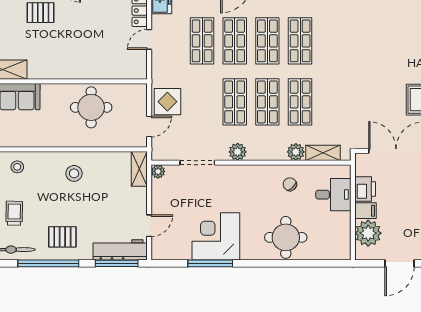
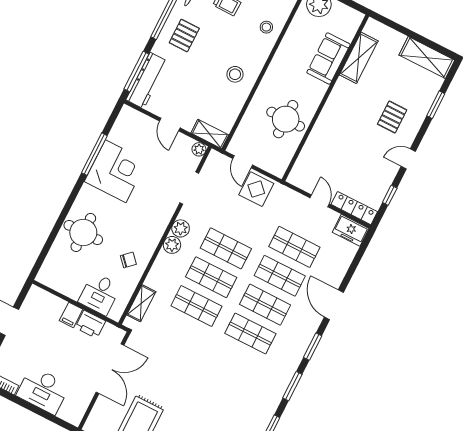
plant: (296, 152) -> (172, 245), moved
door: (149, 226) -> (170, 125), moved
plant: (368, 233) -> (50, 307), removed

